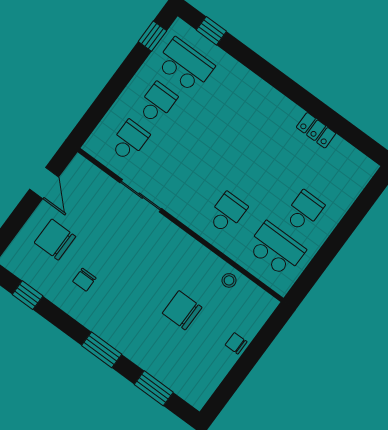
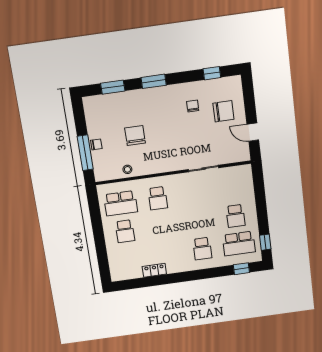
school desk: (129, 141) -> (202, 249), moved
chair: (182, 310) -> (135, 136), turned -90
window: (258, 346) -> (85, 153), added

